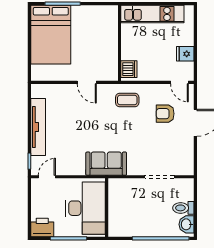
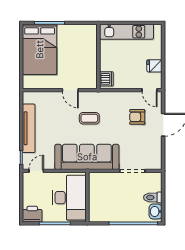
coffee table: (127, 100) -> (89, 118), moved
sofa: (106, 164) -> (87, 157), width x1.85, depth x1.27

